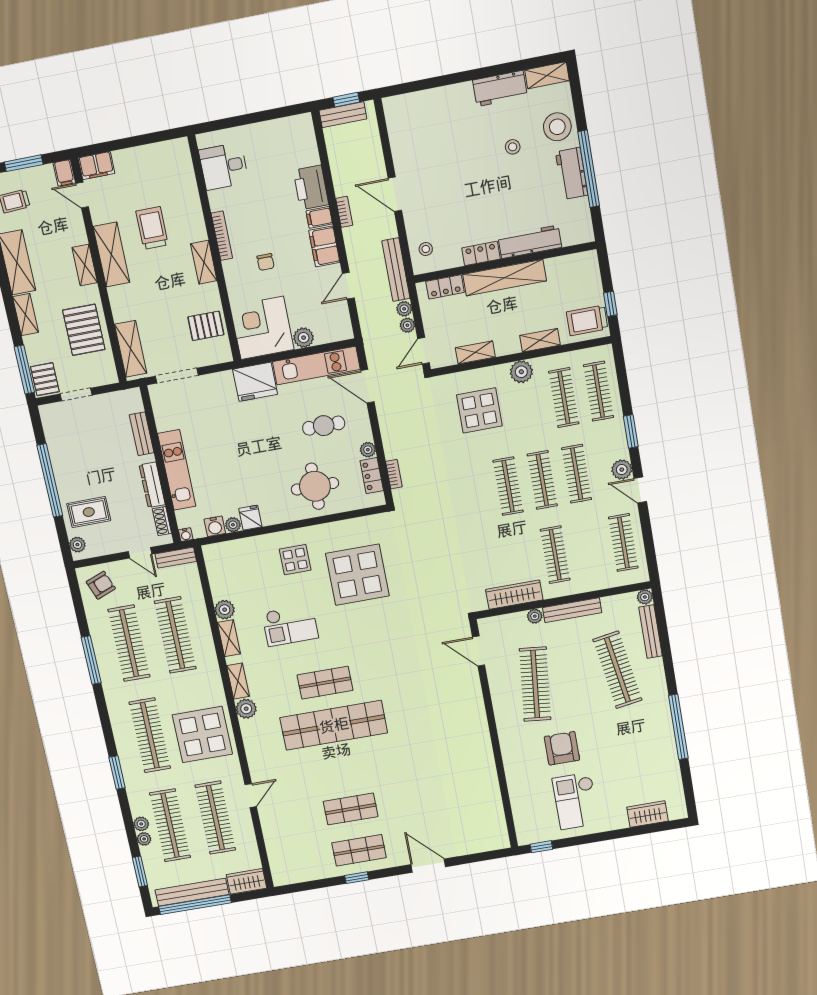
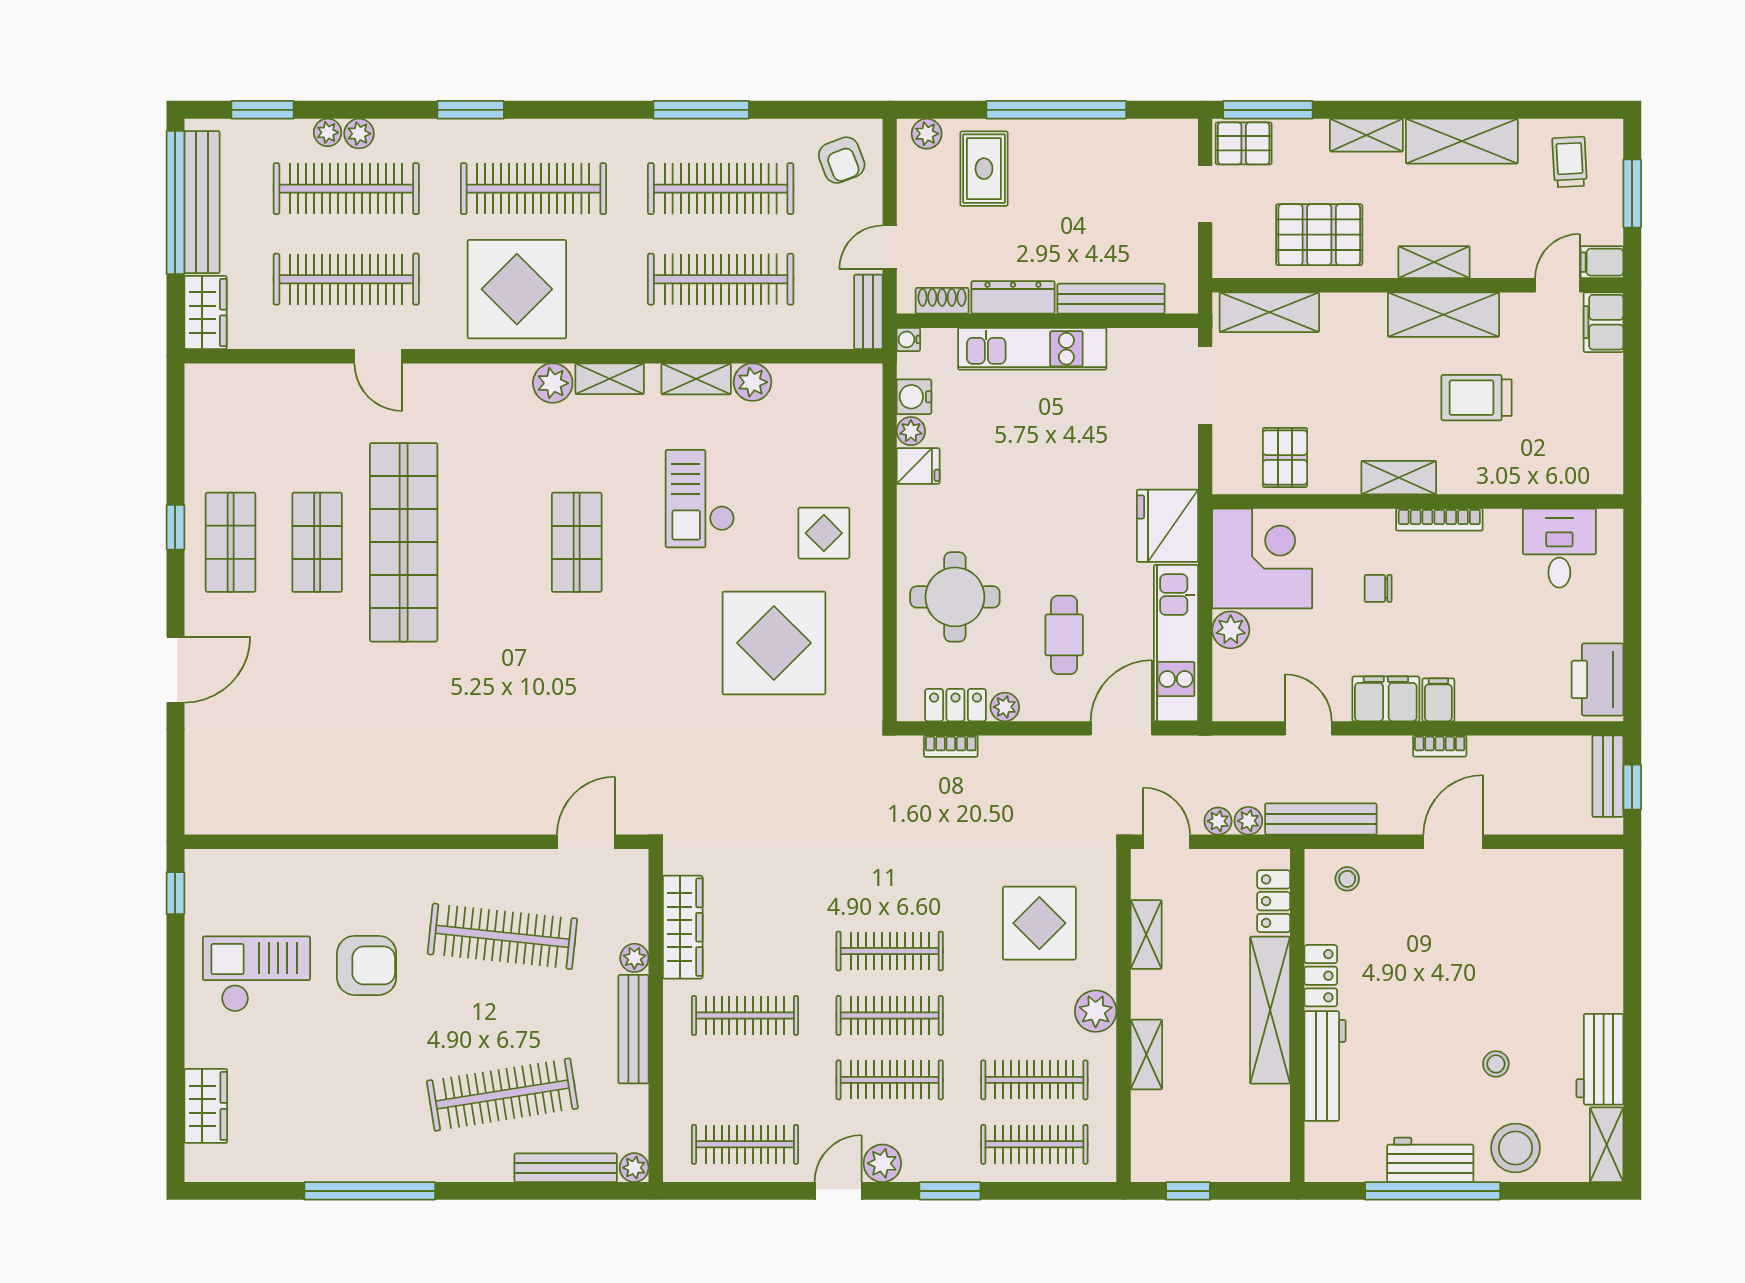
printer: (311, 188) -> (1597, 679), moved, turned -90
trolley: (152, 228) -> (1476, 398), turned 180
trolley: (587, 320) -> (1166, 1145), removed
bench: (142, 434) -> (1111, 299), width x1.36
shop shelf: (334, 725) -> (404, 542), moved

